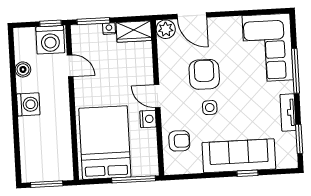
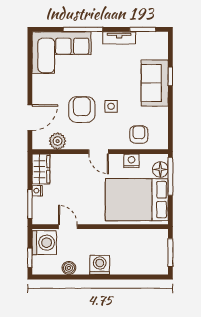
window: (51, 23) -> (30, 258), moved
plant: (166, 29) -> (58, 141), moved
door: (70, 66) -> (68, 227), hinge flipped
armchair: (204, 74) -> (82, 110), turned 90
door: (157, 96) -> (99, 152), hinge flipped
nightstand: (148, 119) -> (131, 161), moved
sofa: (239, 156) -> (155, 83), width x0.73
floor lamp: (141, 168) -> (160, 169), added

